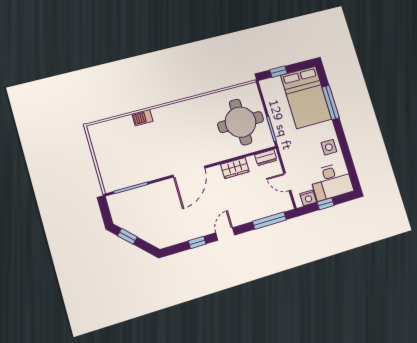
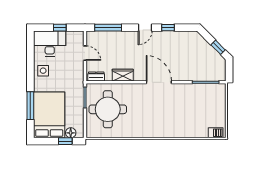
floor lamp: (275, 83) -> (71, 133), added
barbecue: (142, 118) -> (216, 133), moved
door: (189, 172) -> (159, 82), hinge flipped
nightstand: (308, 198) -> (72, 36), removed

